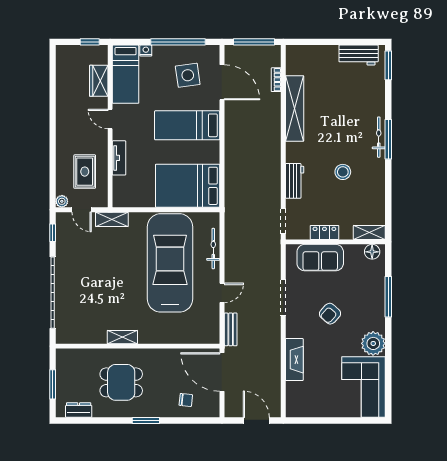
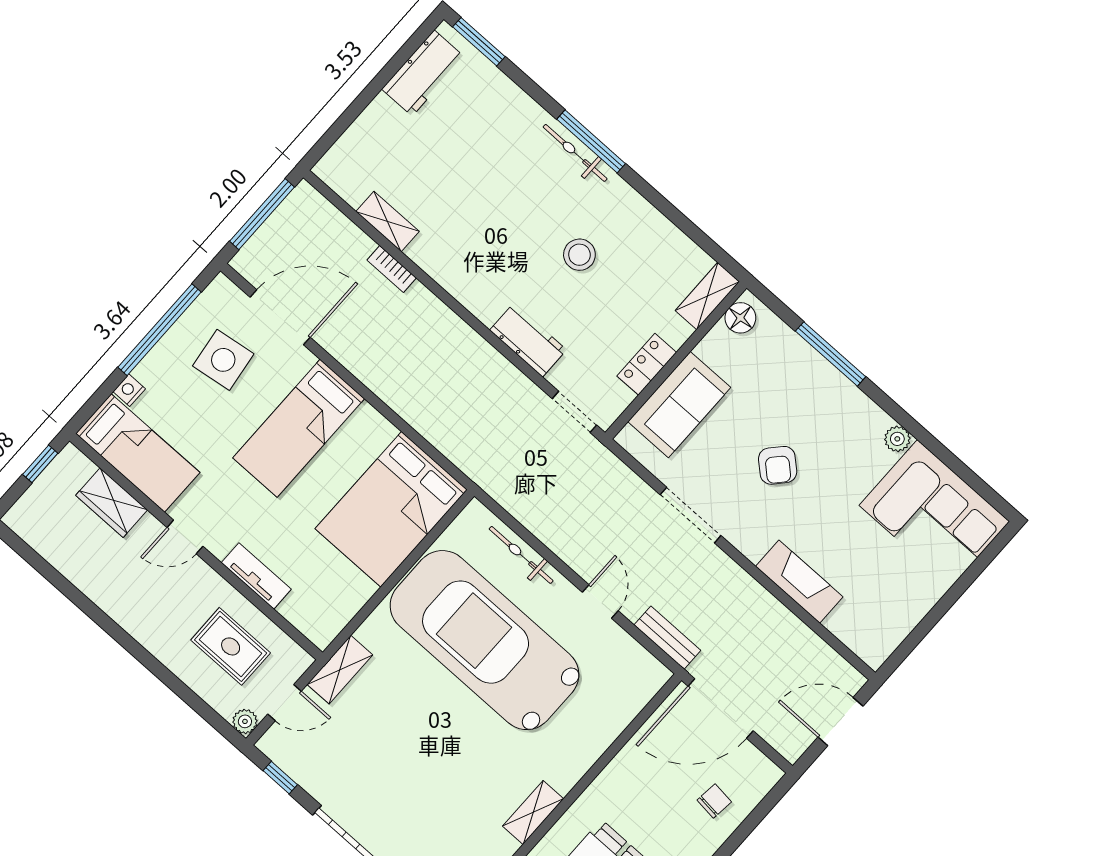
bookcase: (276, 80) -> (392, 269), moved
shelving: (295, 108) -> (388, 221), width x0.45, depth x0.75
plant: (373, 343) -> (897, 439), width x0.53, depth x0.53

